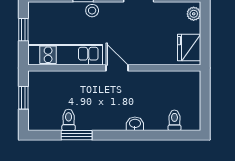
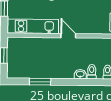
toilet: (69, 120) -> (92, 72), moved

